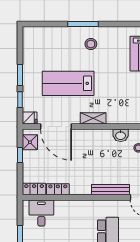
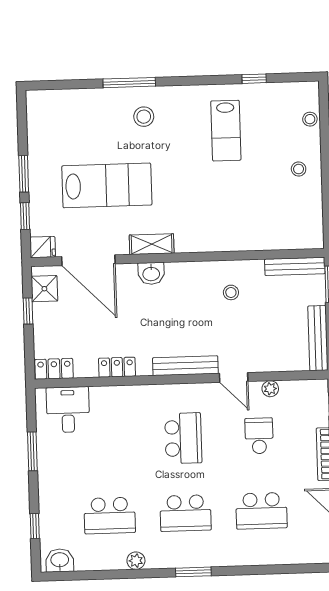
lab bench: (68, 83) -> (107, 185), turned 180
washbasin: (121, 135) -> (151, 273), moved
locker: (58, 189) -> (117, 367), moved

